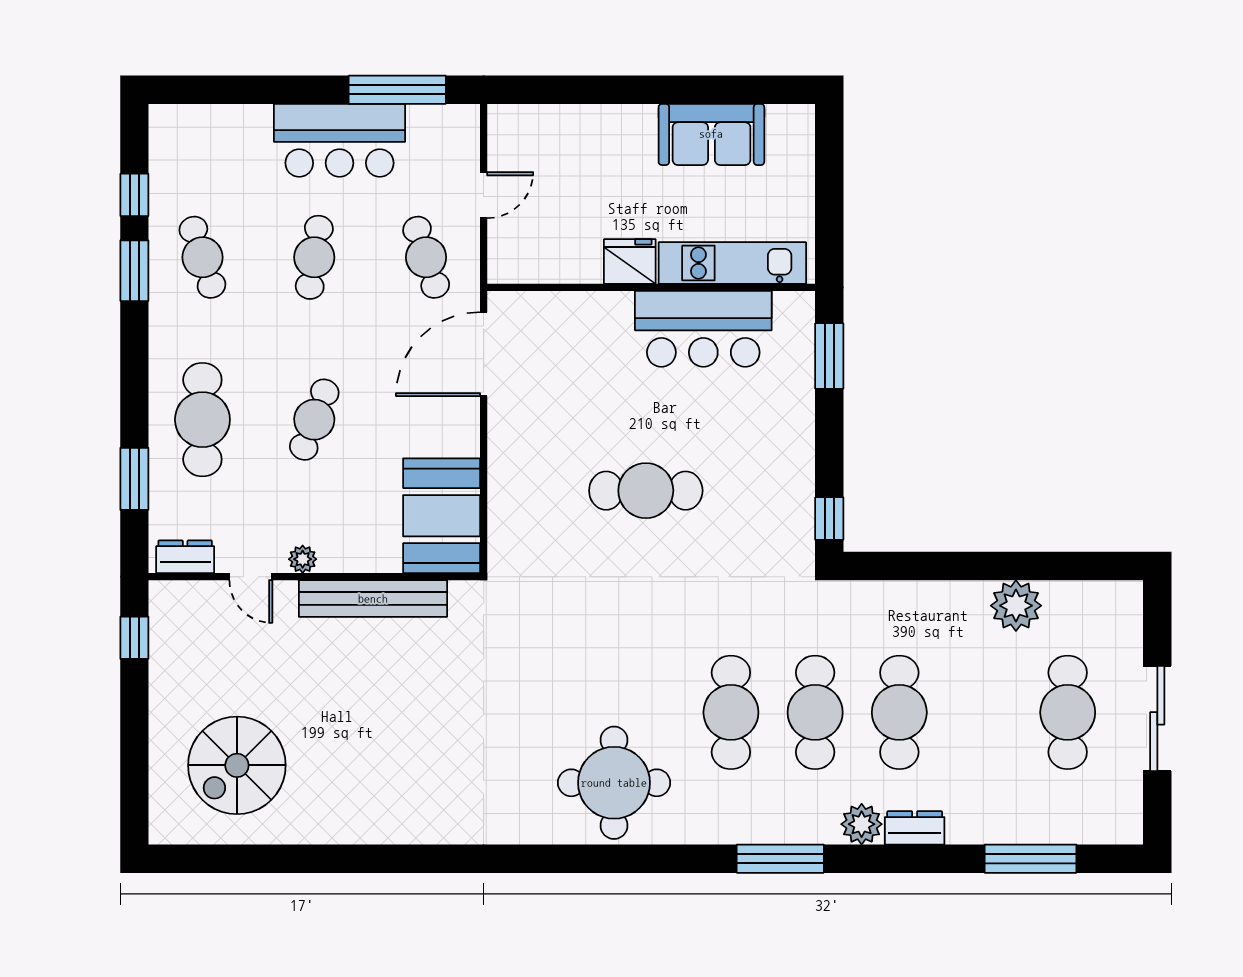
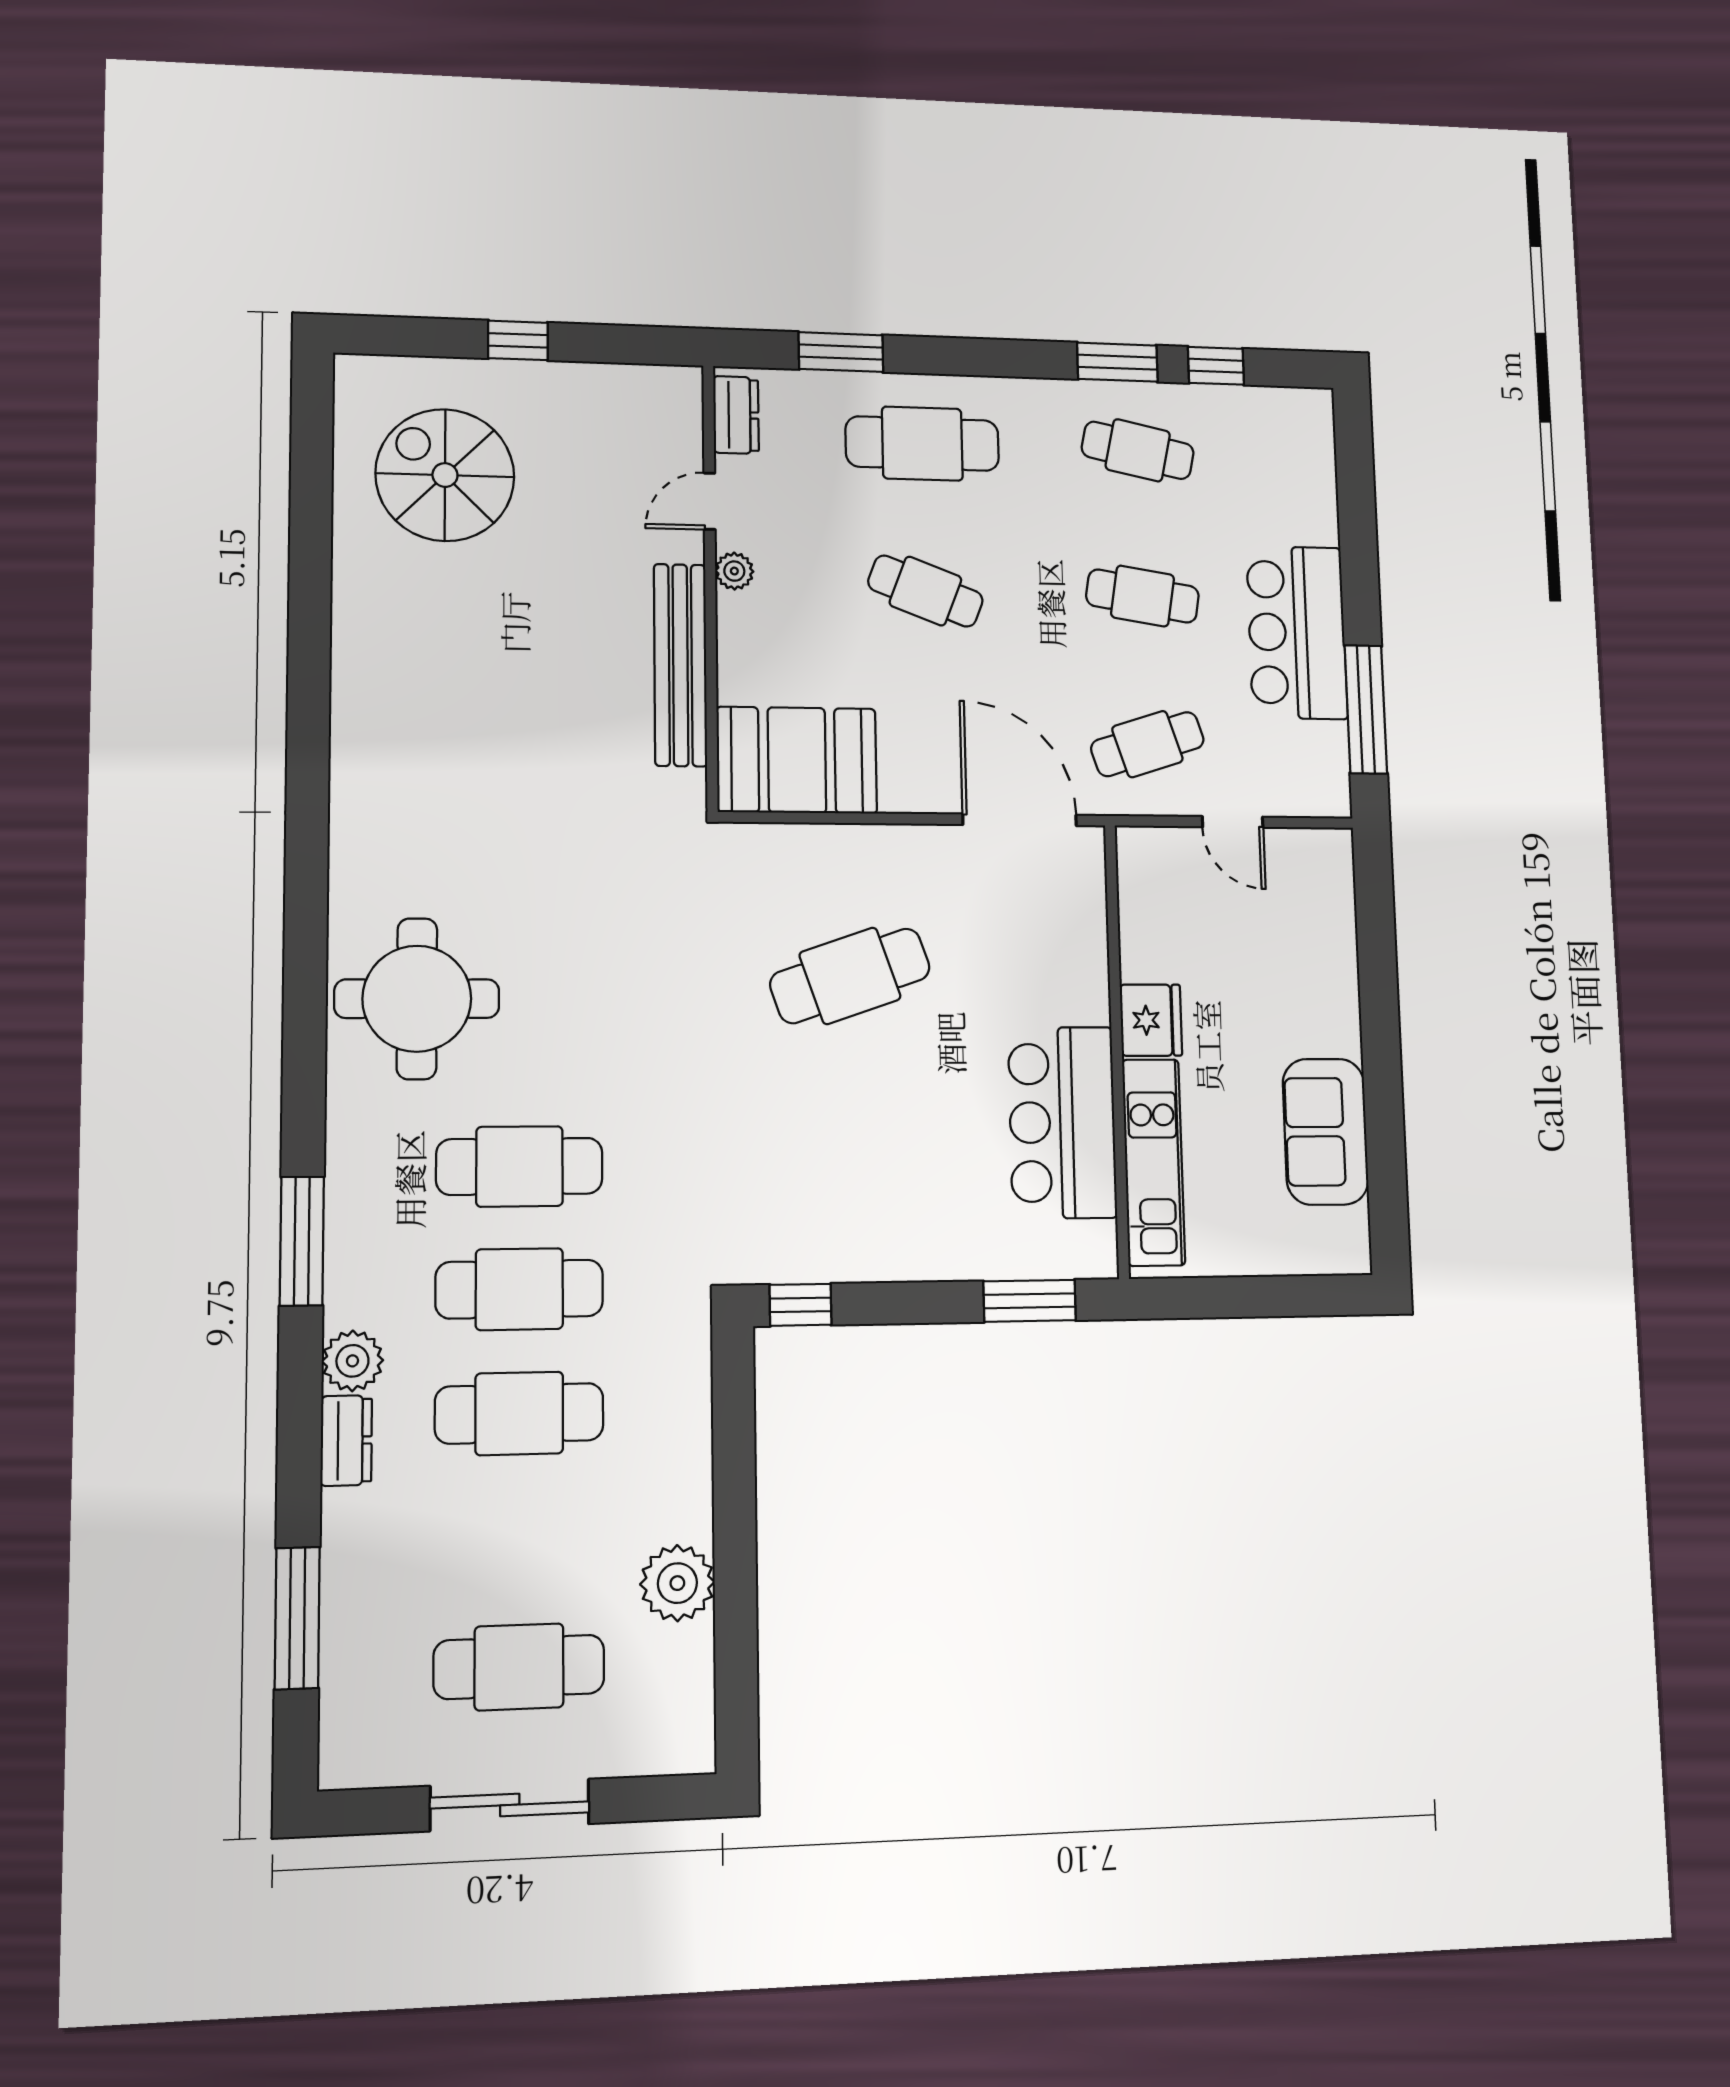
cafe table: (202, 257) -> (1138, 450), turned 30
cafe table: (646, 491) -> (850, 976), moved, turned 71
window: (134, 638) -> (518, 340), moved

